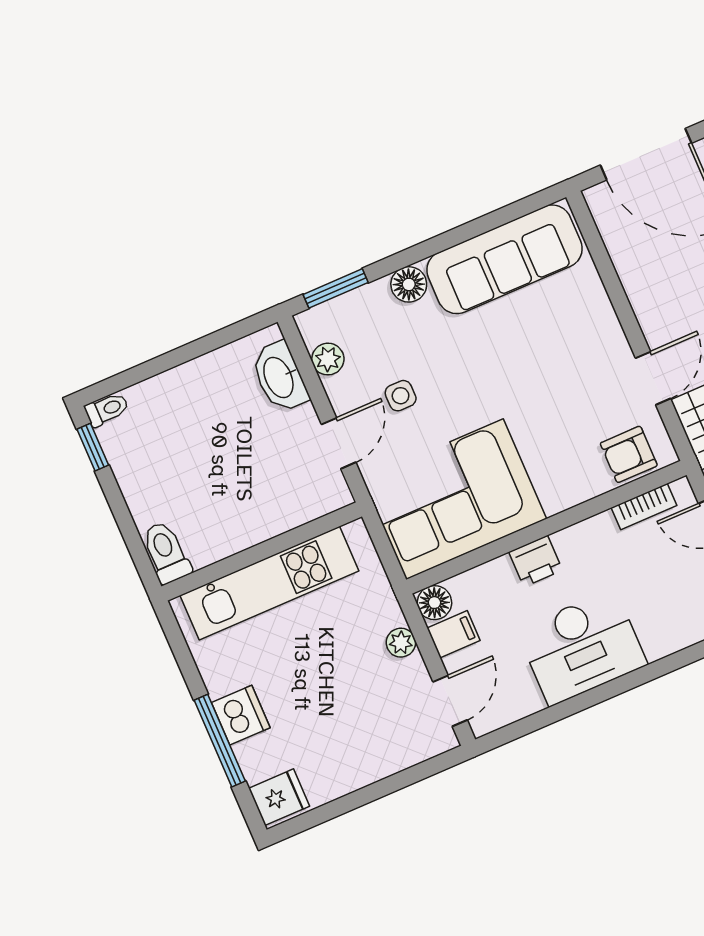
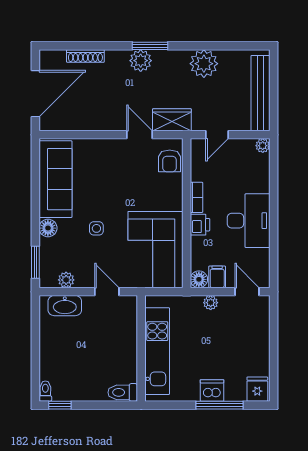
side table: (401, 396) -> (96, 228), moved
bookcase: (644, 507) -> (196, 197), moved

